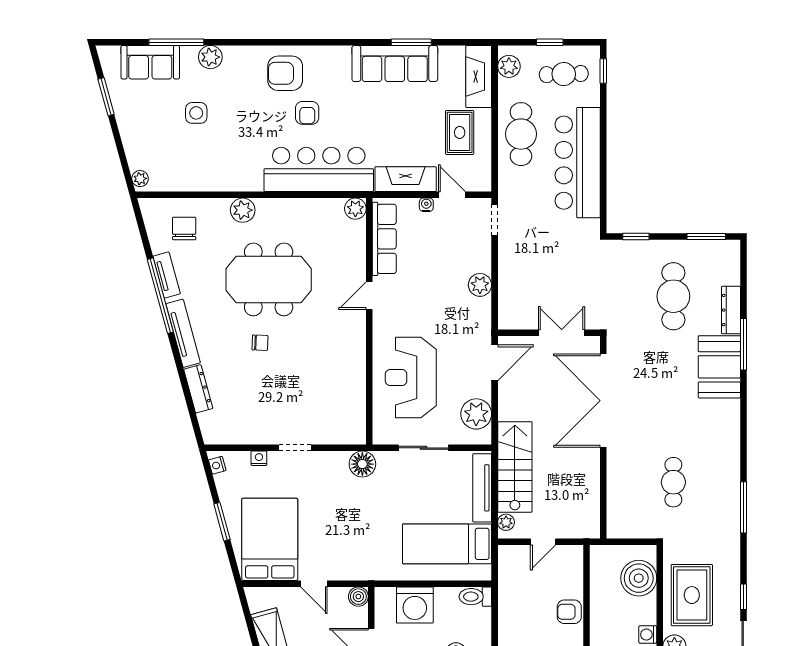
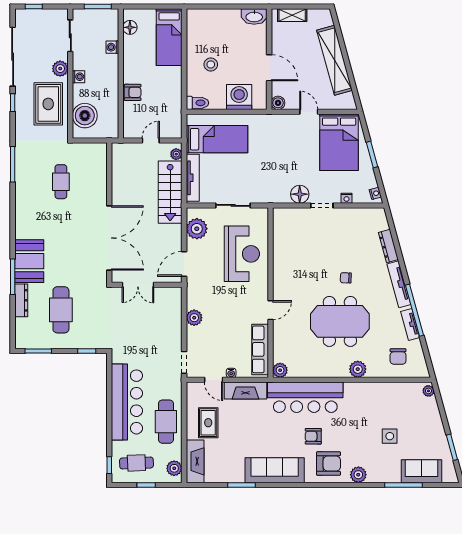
plant: (210, 57) -> (358, 475), moved
sofa: (395, 63) -> (275, 470), moved
armchair: (307, 113) -> (313, 436), turned -90
floor lamp: (362, 464) -> (300, 194), moved

